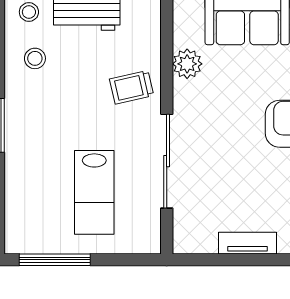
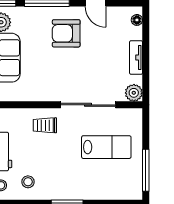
plant: (187, 64) -> (134, 93), moved
trolley: (132, 87) -> (45, 125), turned 103

